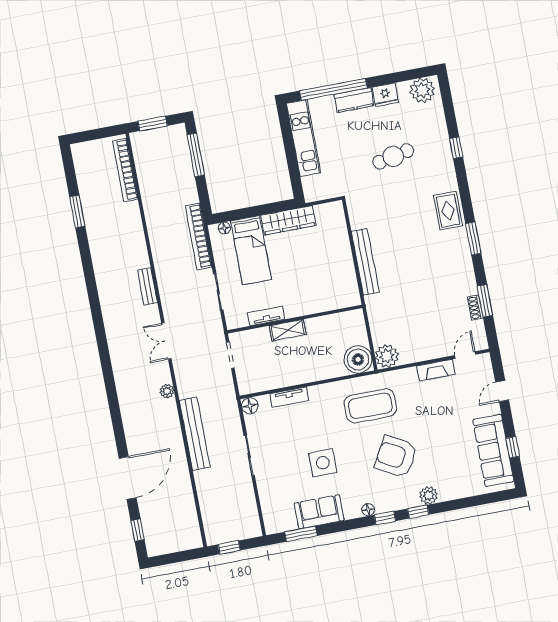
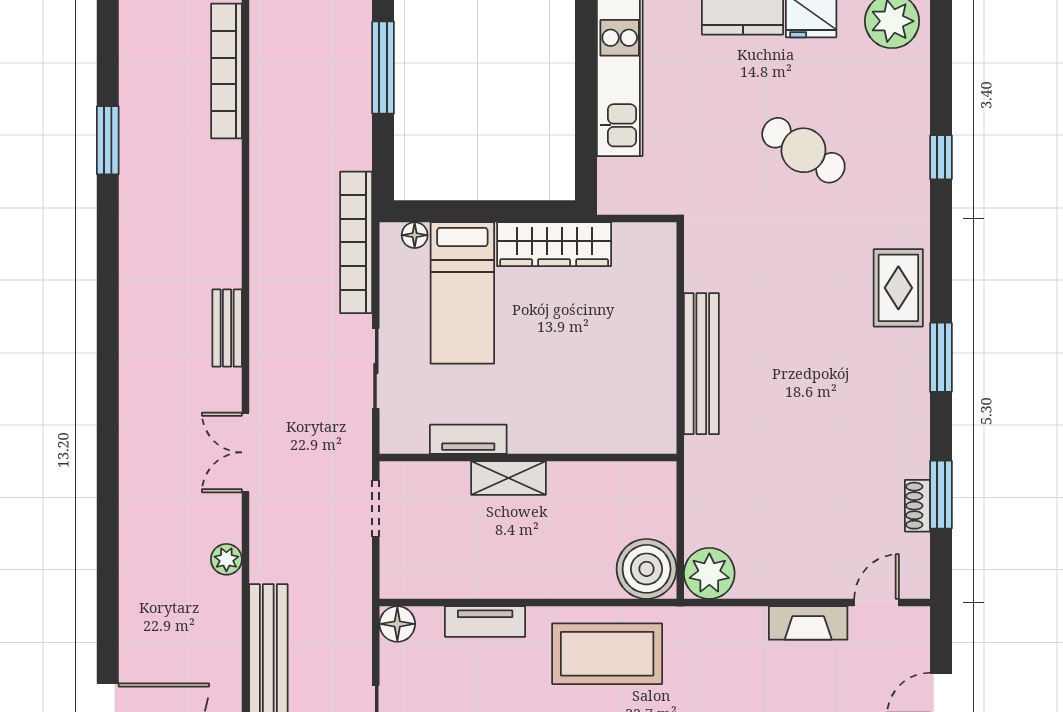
cafe table: (393, 156) -> (803, 150), turned 45
coffee table: (370, 406) -> (607, 654), moved

